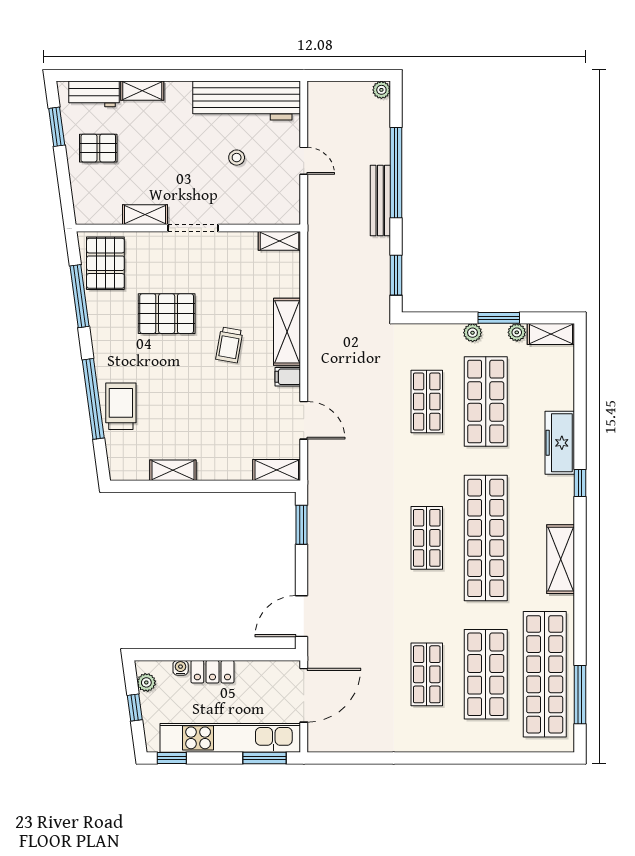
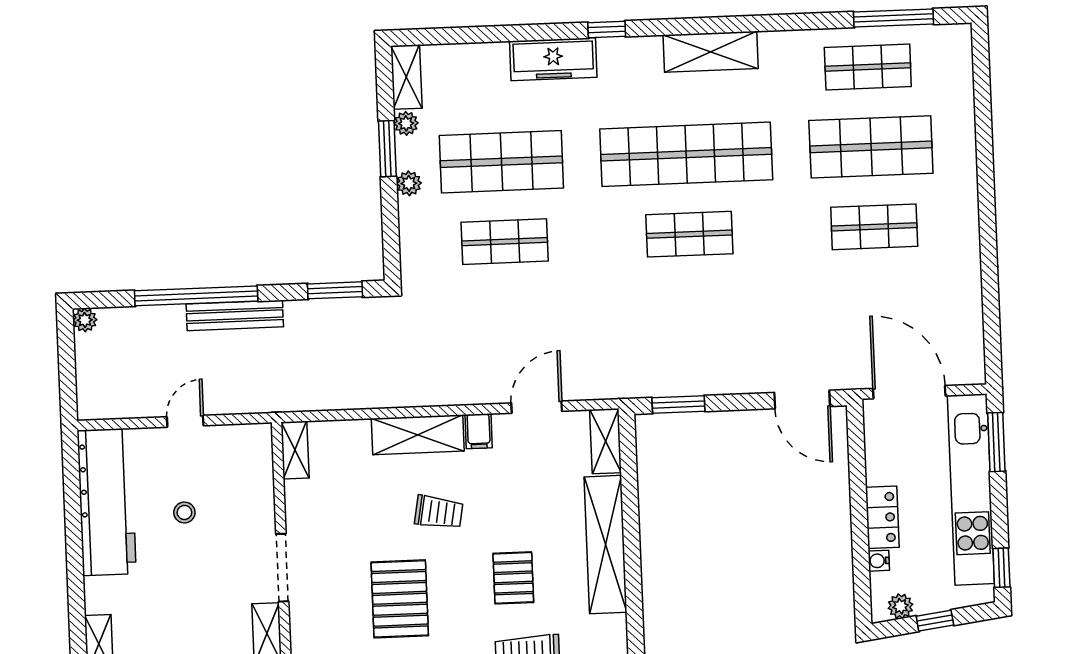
pallet: (179, 398) -> (513, 578), added
shelving: (173, 470) -> (605, 545), width x2.20, depth x1.33
shop shelf: (545, 674) -> (868, 67), width x0.50, depth x0.74

